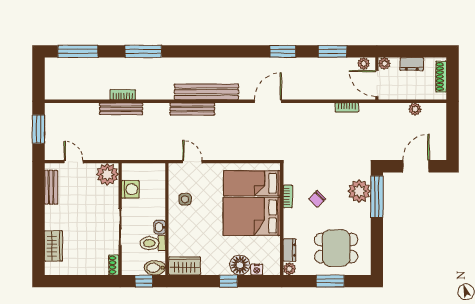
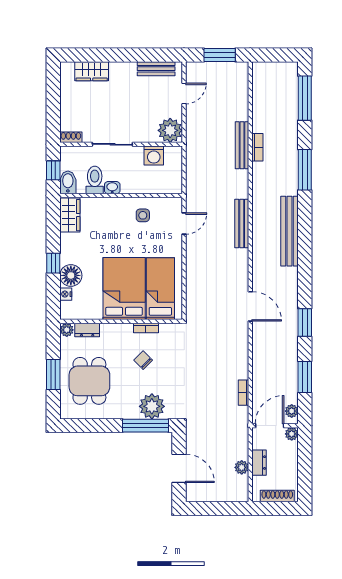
dresser: (412, 64) -> (259, 463), moved, turned 180
bench: (206, 92) -> (290, 231), moved

